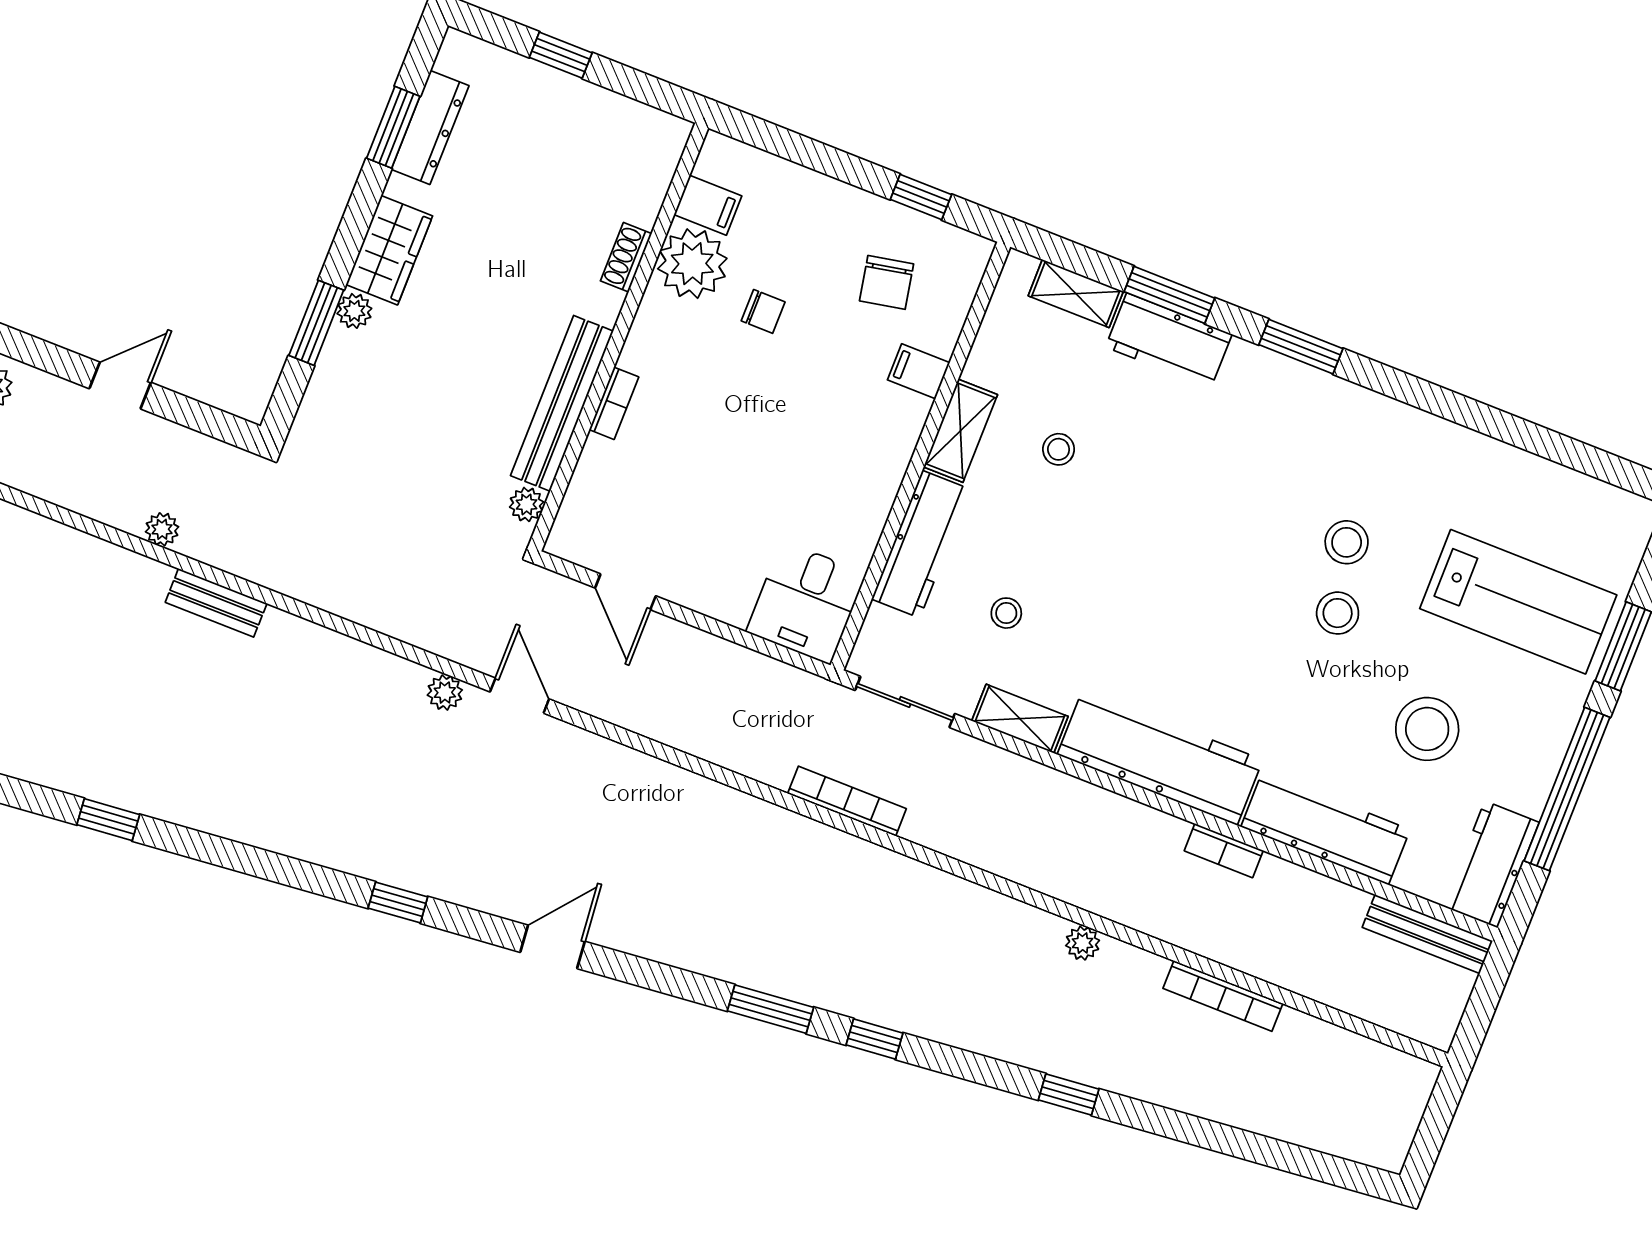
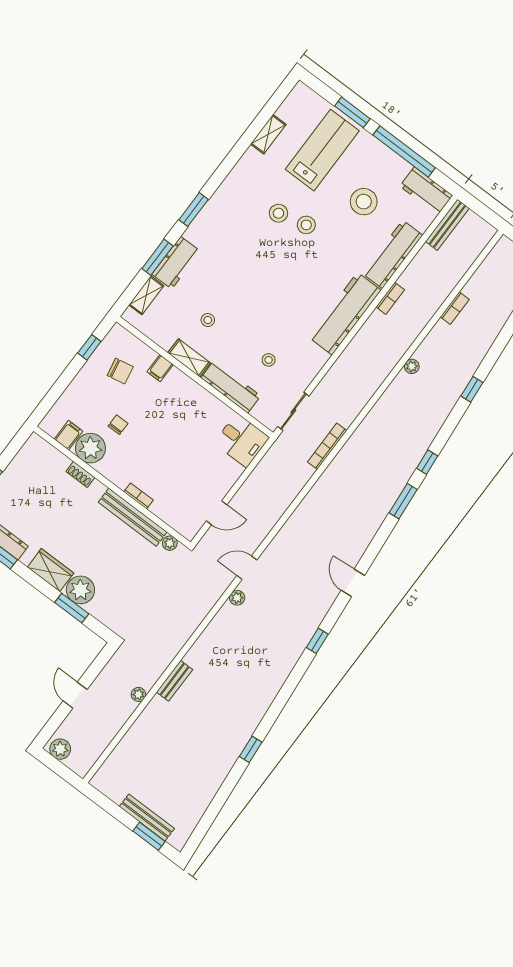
plant: (354, 311) -> (80, 590), width x1.87, depth x1.87
shelving: (1020, 719) -> (268, 134), moved
bookcase: (1223, 996) -> (455, 308), width x0.64

